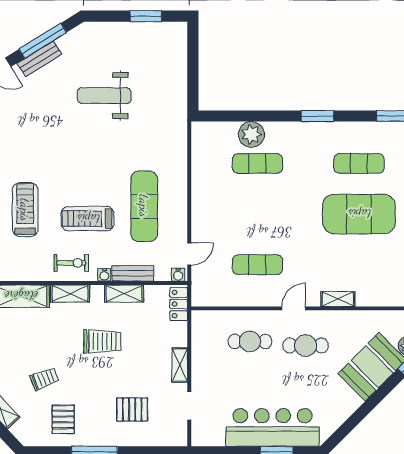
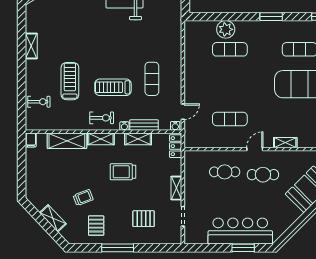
exercise mat: (144, 206) -> (152, 79), width x0.73, depth x0.69
trolley: (102, 341) -> (123, 172), turned 180

